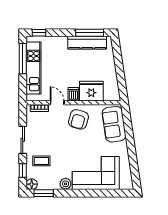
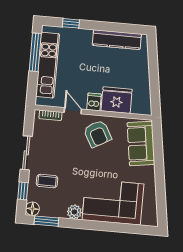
window: (39, 33) -> (71, 23), moved
window: (90, 33) -> (121, 28), removed
armchair: (78, 119) -> (97, 134), turned -45

